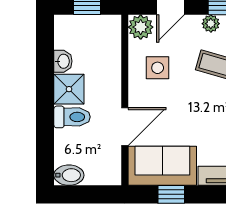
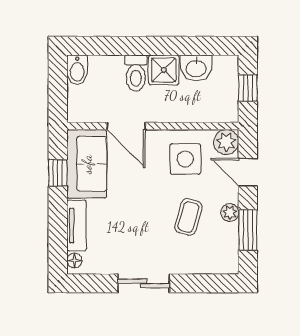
washbasin: (63, 61) -> (196, 68), width x1.38, depth x1.45
side table: (158, 68) -> (185, 159), width x1.37, depth x1.37

